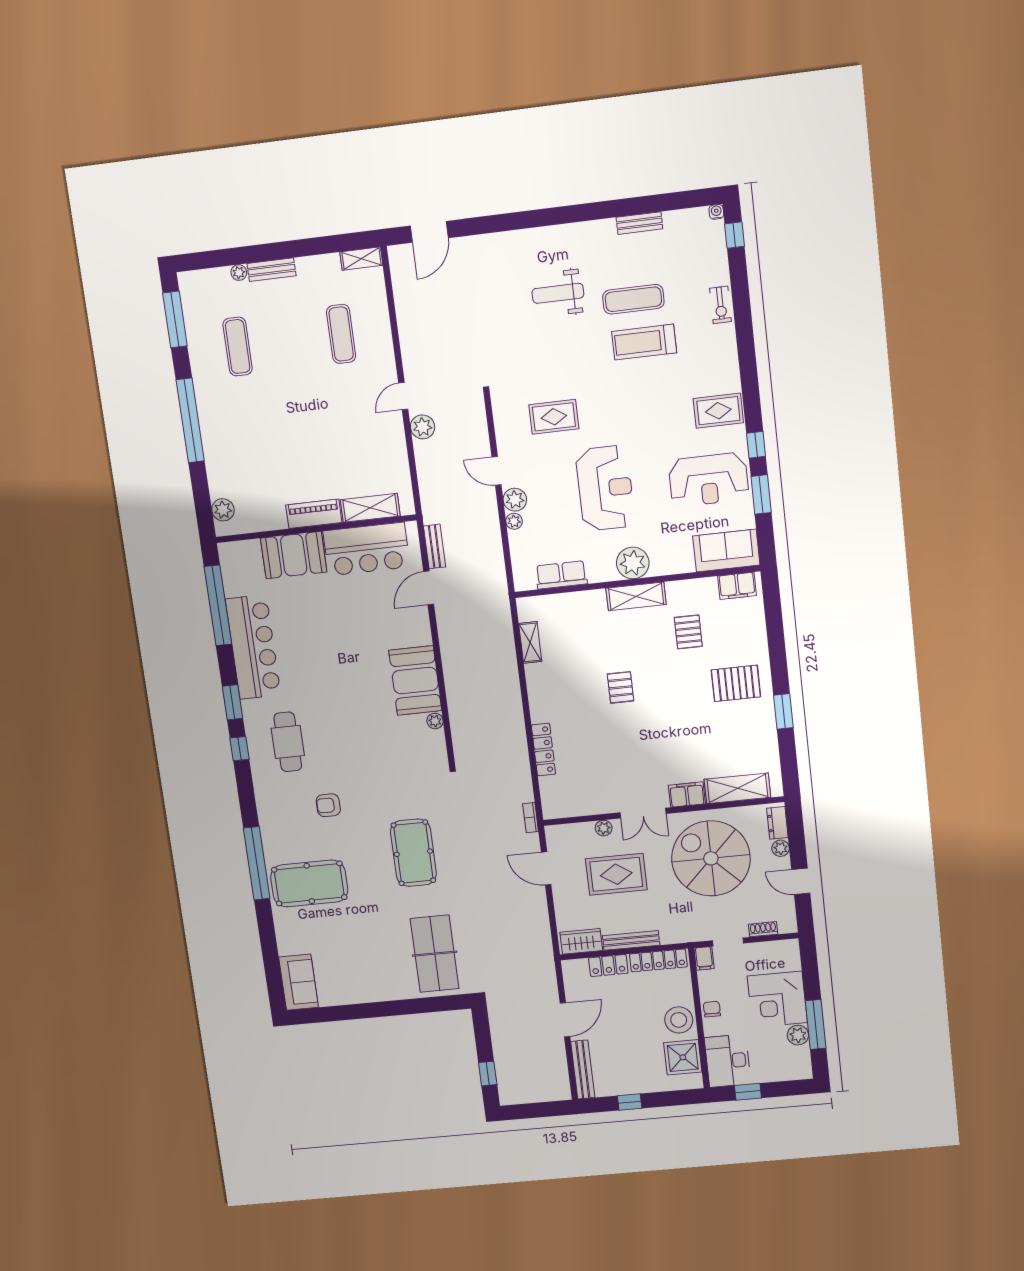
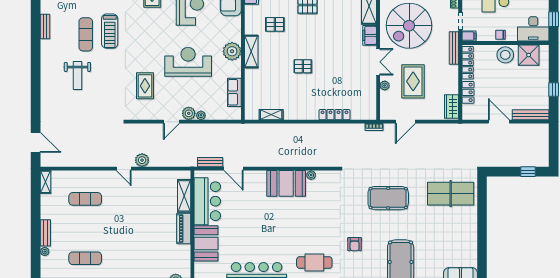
bench: (631, 940) -> (454, 48), moved

